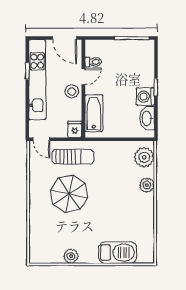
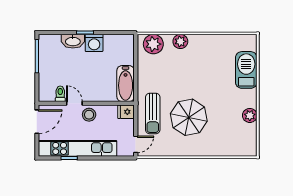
bathtub: (94, 113) -> (126, 84), moved, turned -90
washbasin: (147, 118) -> (73, 41), moved
sun lounger: (73, 157) -> (153, 113), turned 180

